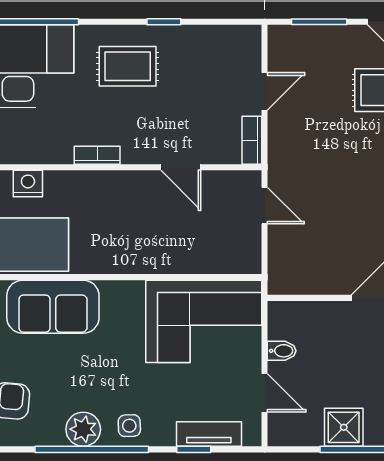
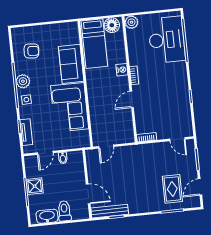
rug: (128, 66) -> (171, 84), removed
door: (264, 91) -> (177, 139), moved
door: (181, 167) -> (132, 99), moved
nightstand: (28, 184) -> (122, 70), moved
door: (264, 206) -> (106, 146), moved
corner sofa: (204, 321) -> (70, 107), moved

